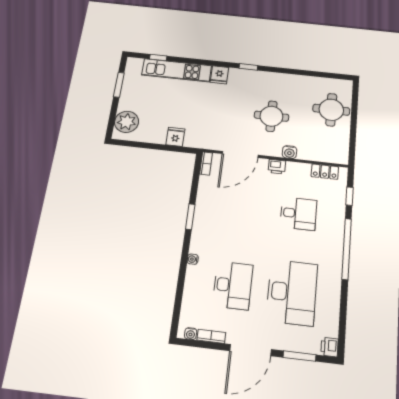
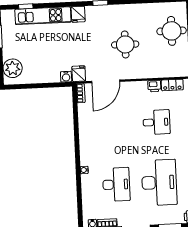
fridge: (175, 137) -> (79, 74), moved
water cooler: (289, 152) -> (66, 77), moved
printer: (277, 167) -> (154, 86), moved
window: (190, 217) -> (77, 138), removed

